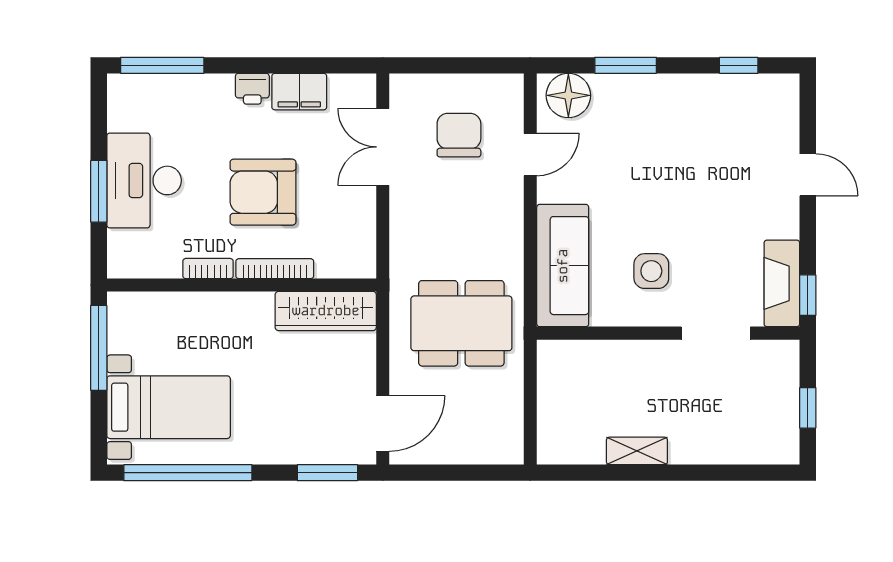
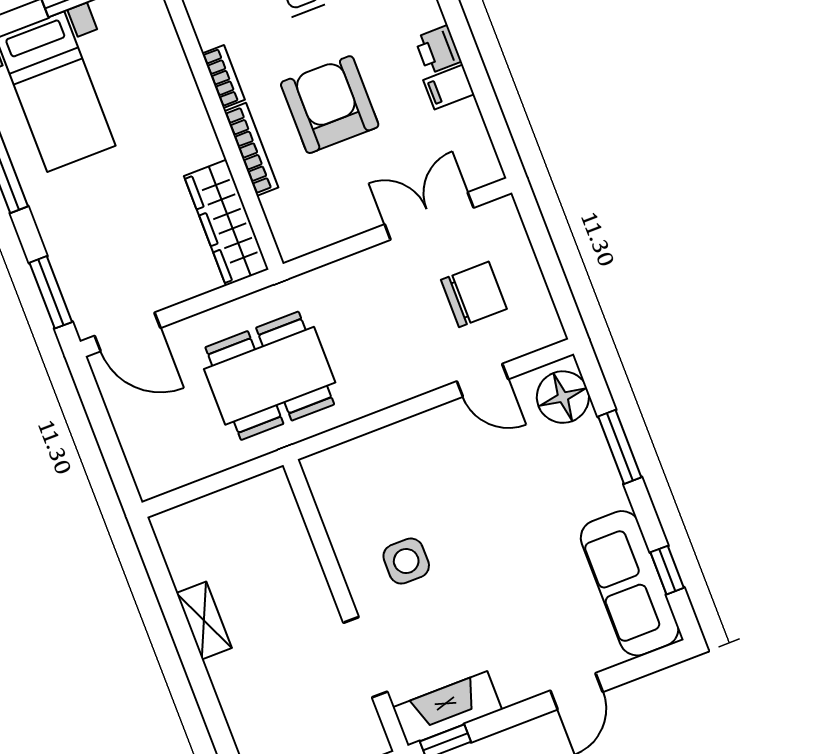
filing cabinet: (299, 92) -> (449, 87), width x0.50
sofa: (563, 266) -> (630, 583), moved, turned 90
dining table: (461, 323) -> (270, 376), turned 90

